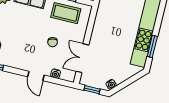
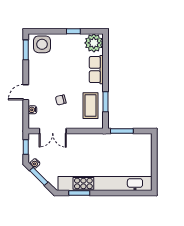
double door: (82, 58) -> (53, 131), swing flipped
window: (125, 84) -> (39, 176), added

